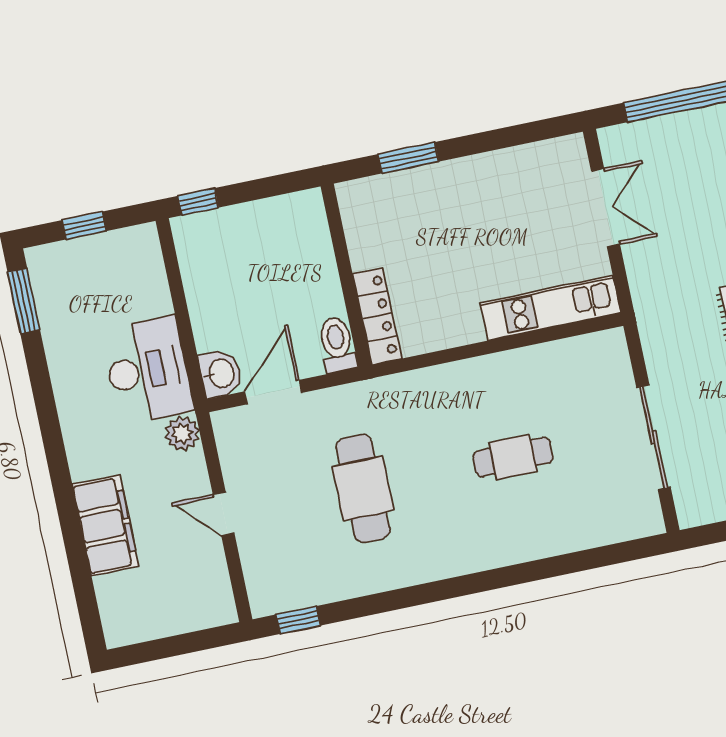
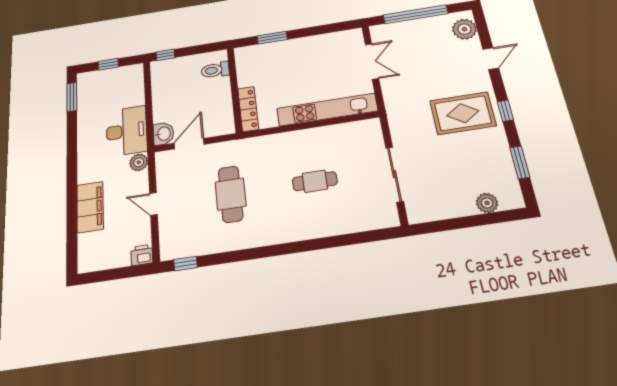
kitchen unit: (551, 308) -> (327, 110), width x1.36
toilet: (337, 345) -> (215, 70), moved, turned -90
printer: (217, 609) -> (142, 255), added

